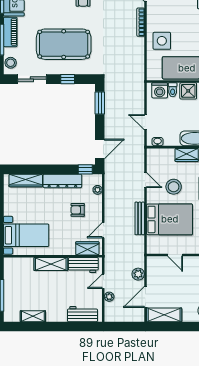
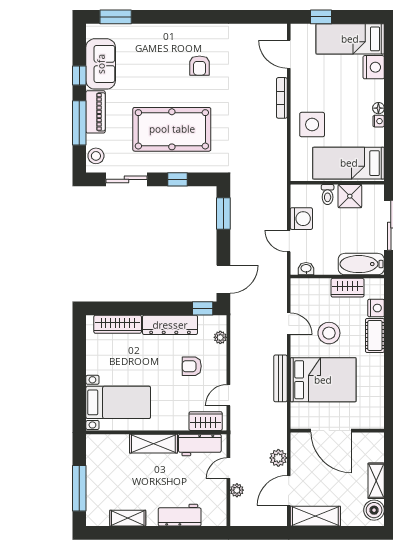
washing machine: (160, 90) -> (301, 219), moved, turned -90
door: (175, 255) -> (331, 431), width x1.87
workbench: (82, 314) -> (180, 515), moved

